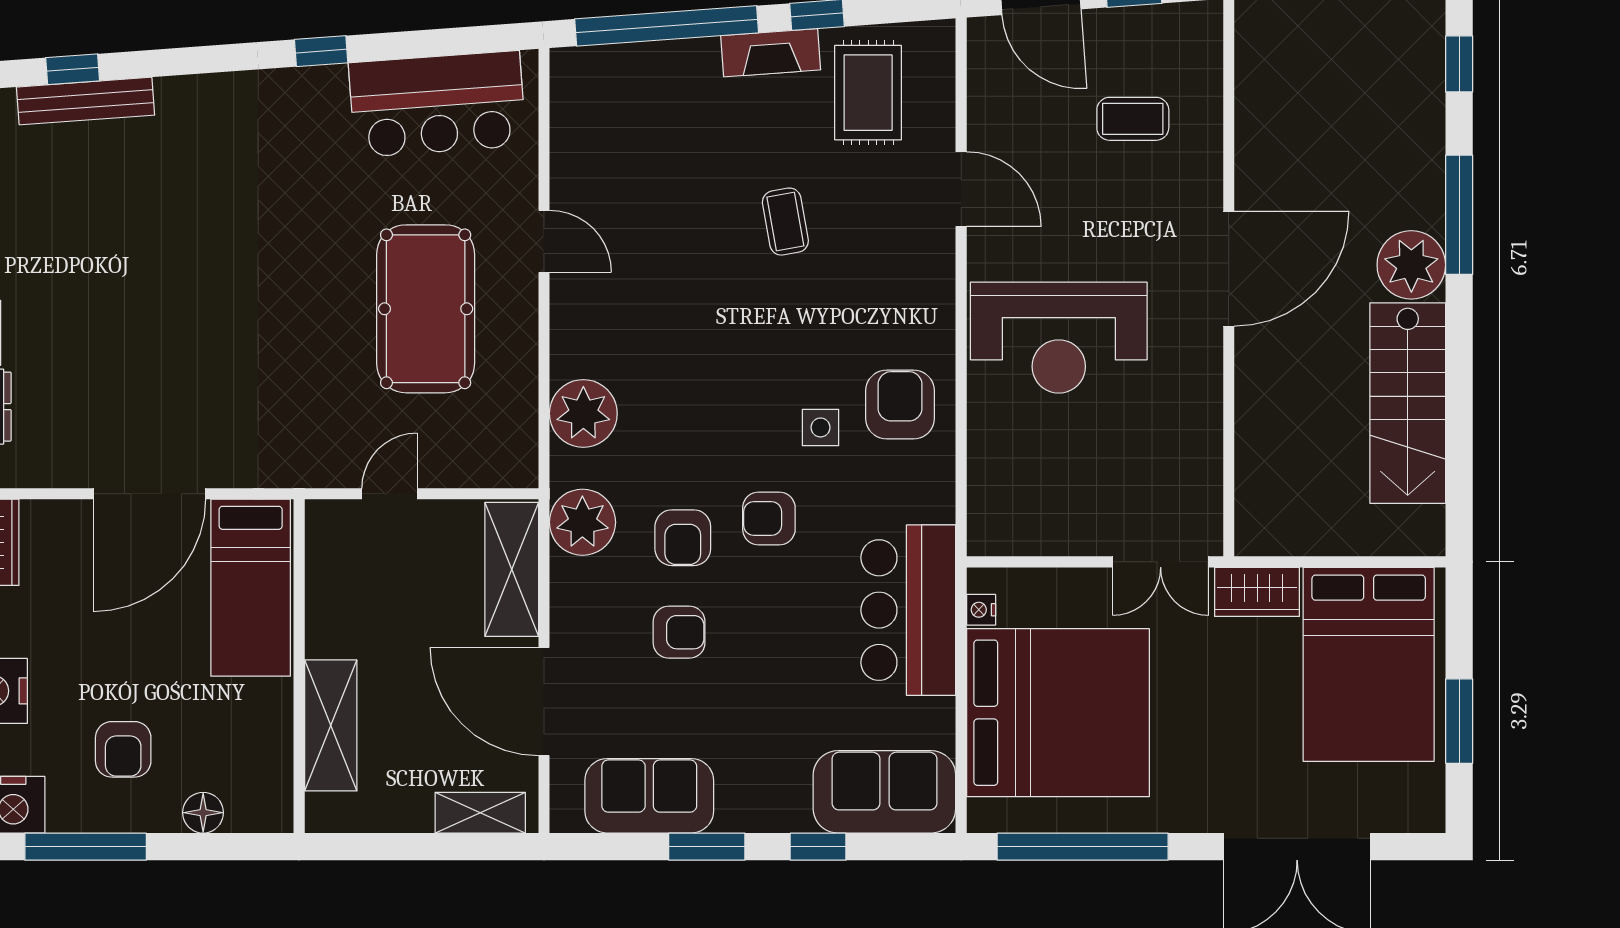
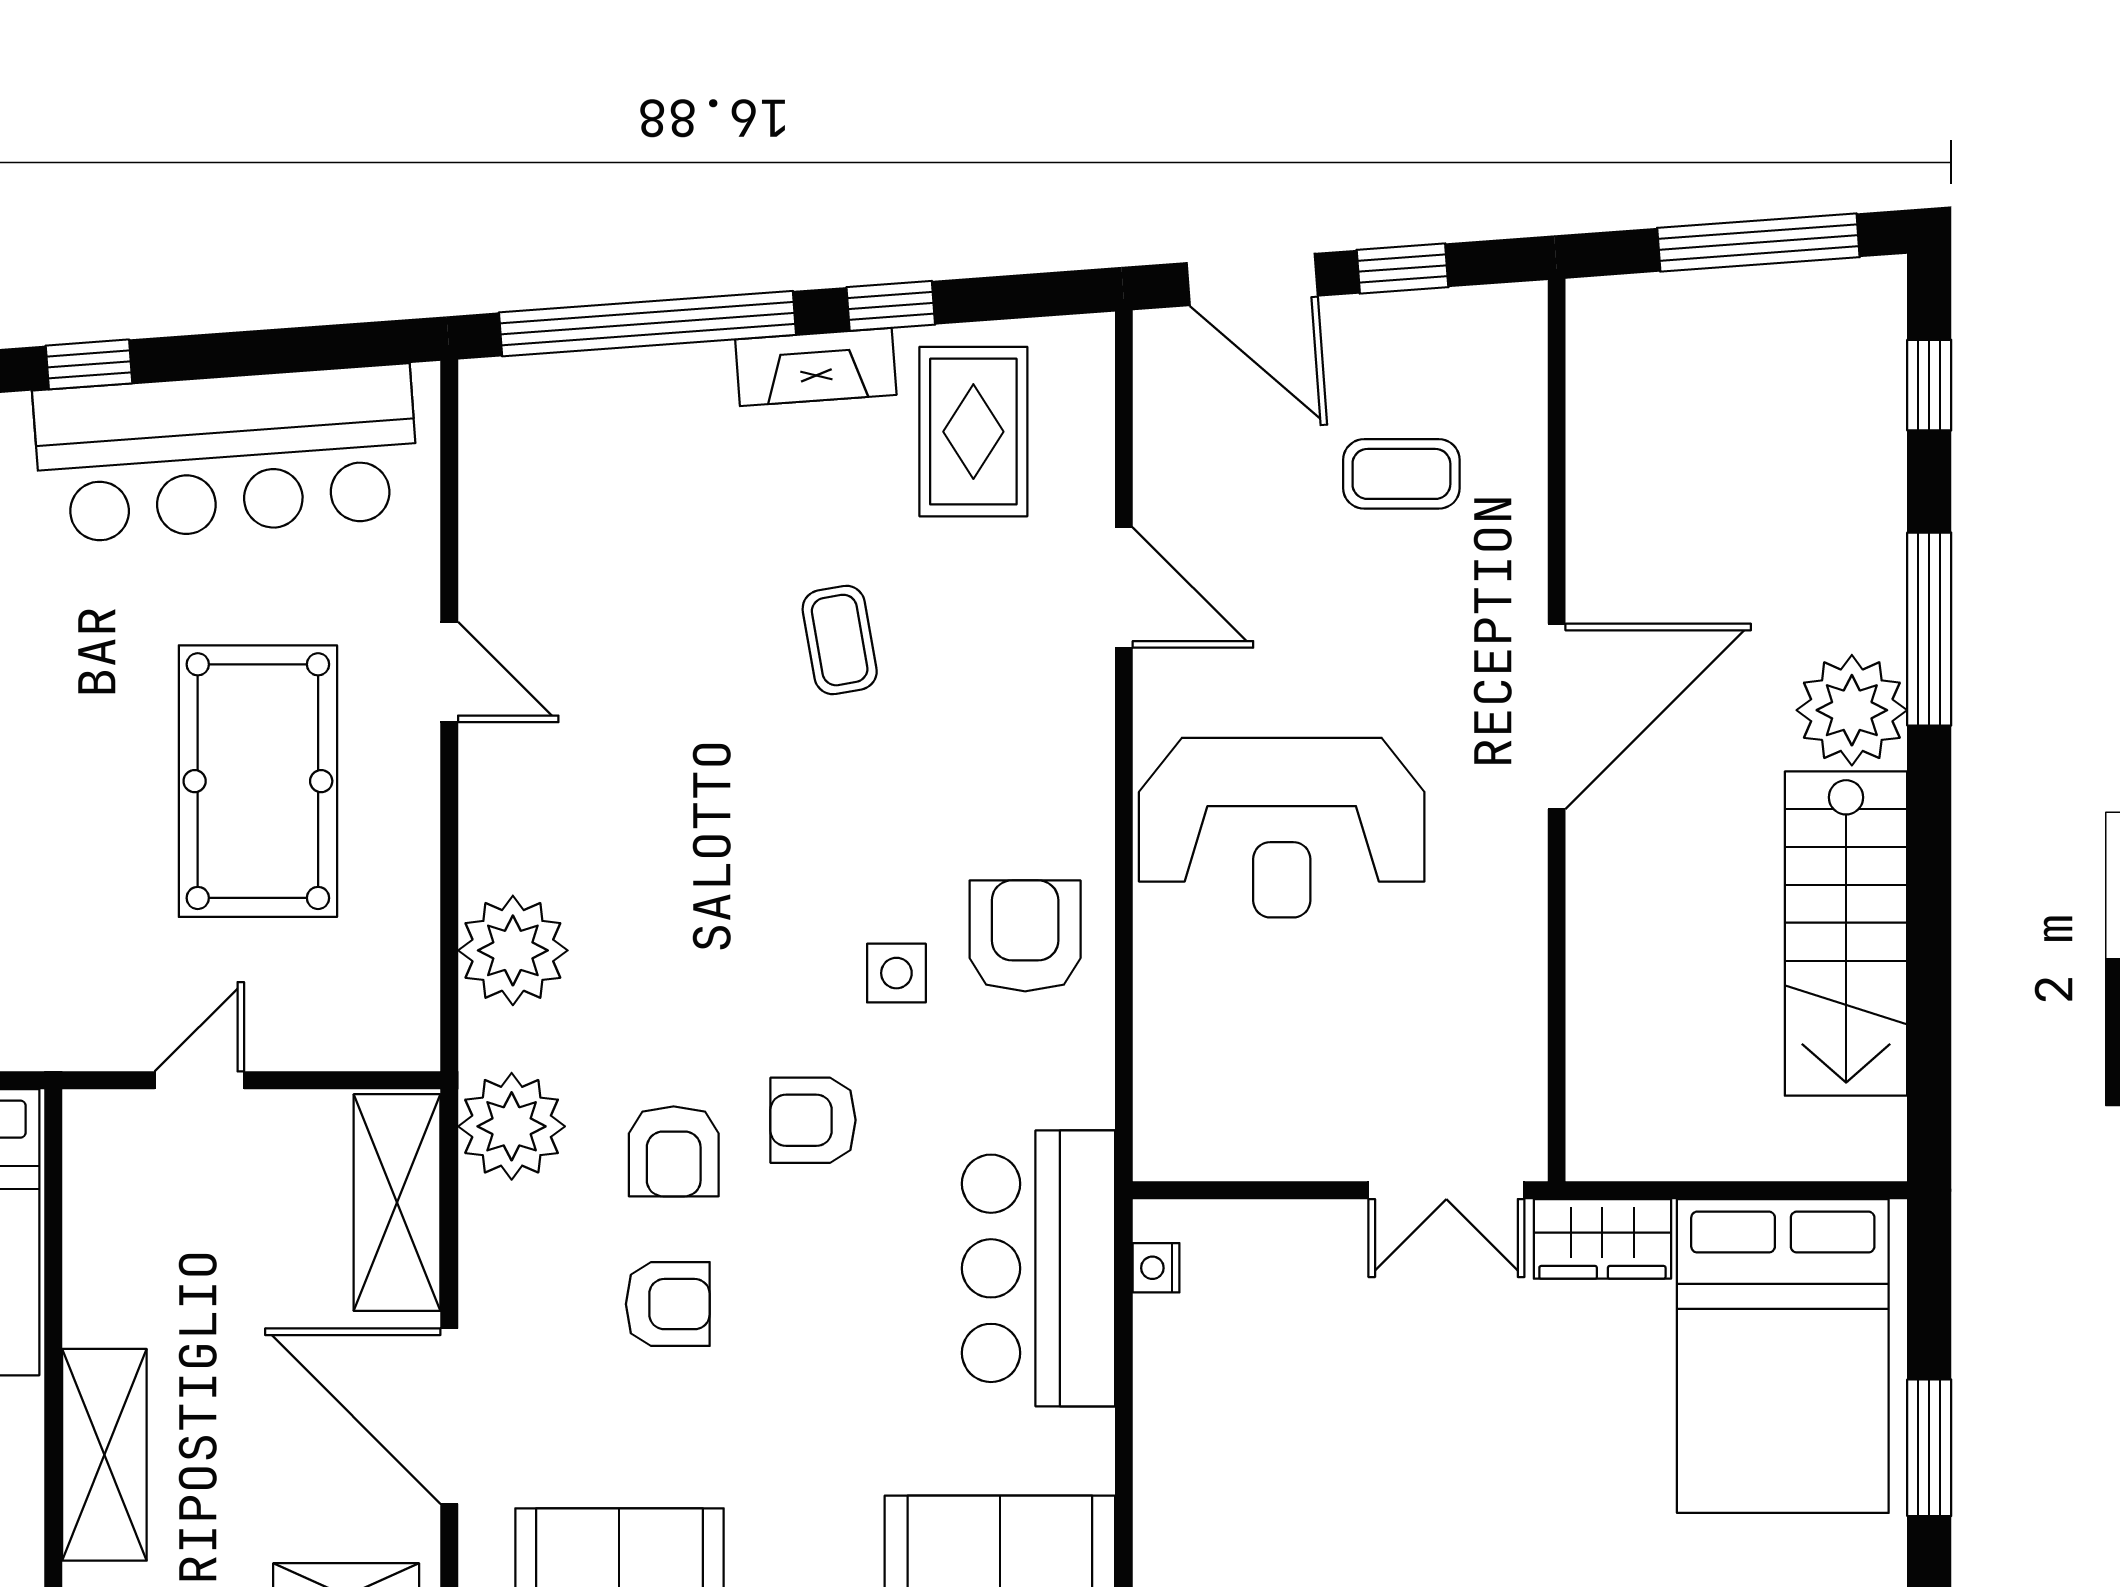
bar counter: (437, 104) -> (226, 454), width x1.36
bed: (1058, 713) -> (1280, 1434), removed

